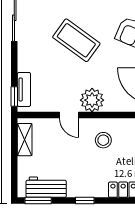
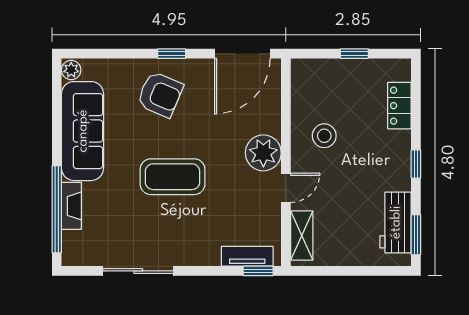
coffee table: (76, 40) -> (173, 177), turned 54
shelving: (25, 140) -> (302, 236), moved, turned 90

